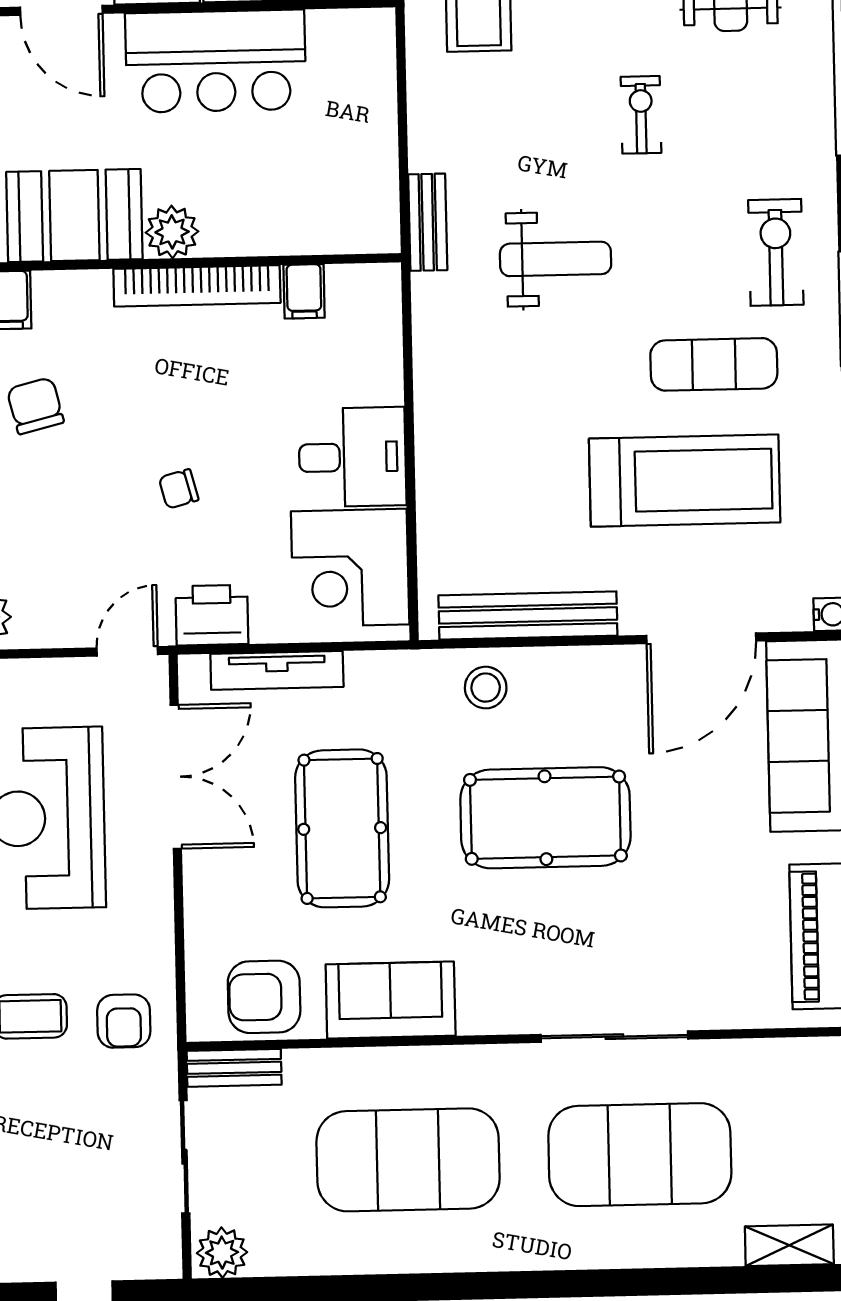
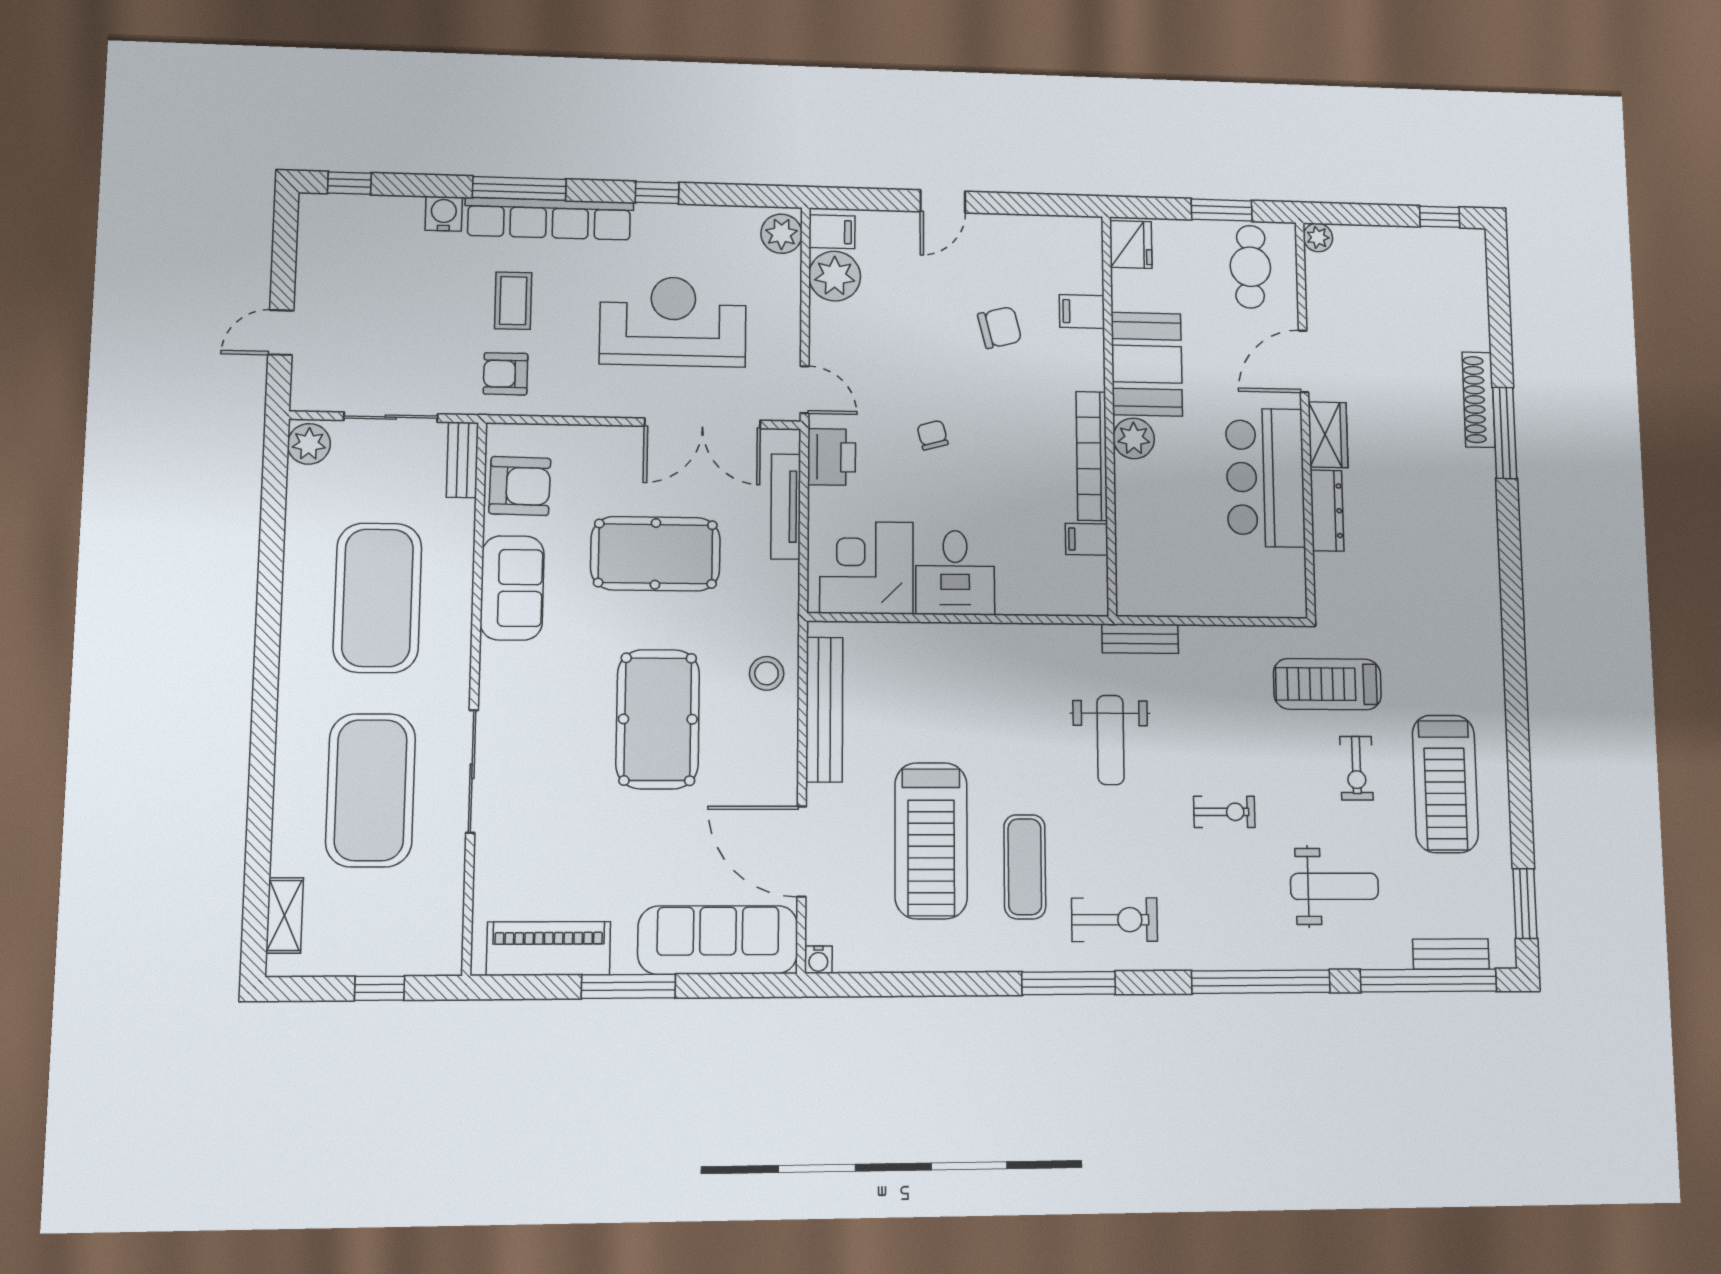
armchair: (264, 997) -> (520, 486), turned 91

